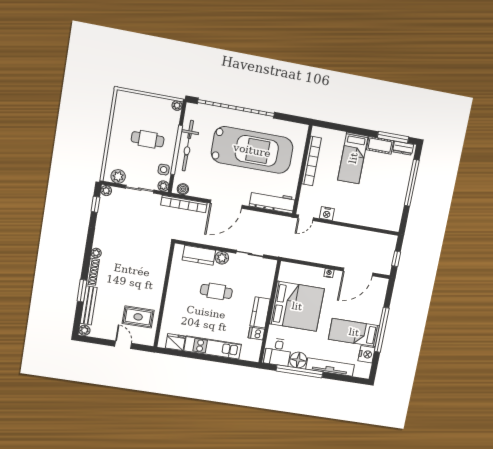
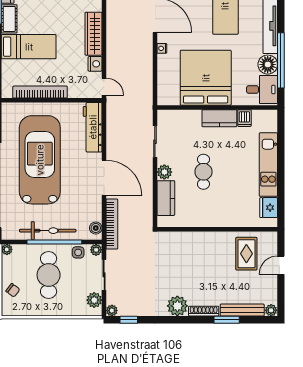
chair: (139, 104) -> (13, 290), added
cafe table: (148, 139) -> (49, 275), width x1.37, depth x1.35
wardrobe: (353, 217) -> (94, 34), added
plant: (96, 253) -> (177, 306), width x1.88, depth x1.88

